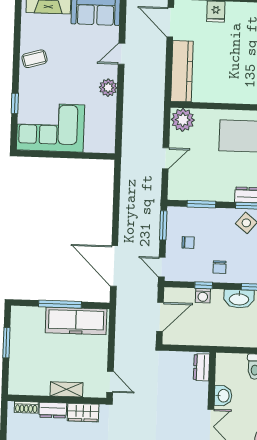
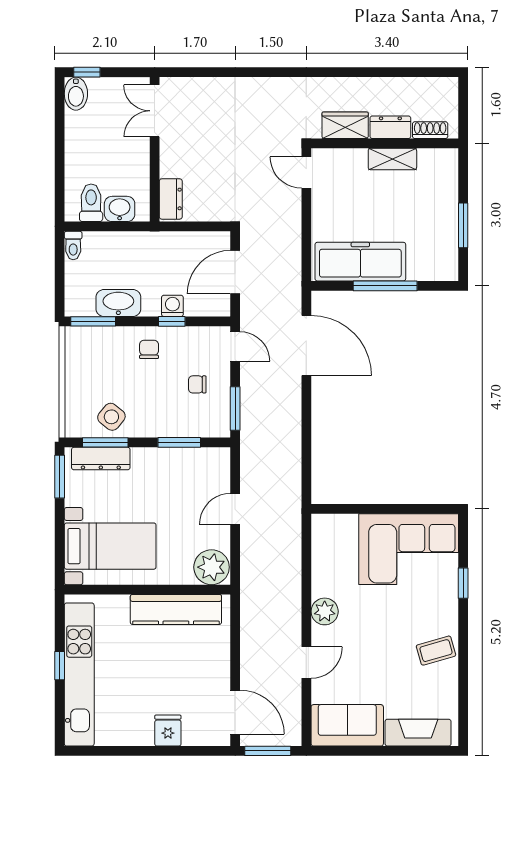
kitchen counter: (182, 71) -> (176, 609), moved, turned -90
shelving: (66, 389) -> (392, 159), moved
washbasin: (223, 396) -> (120, 209), moved, turned 90

